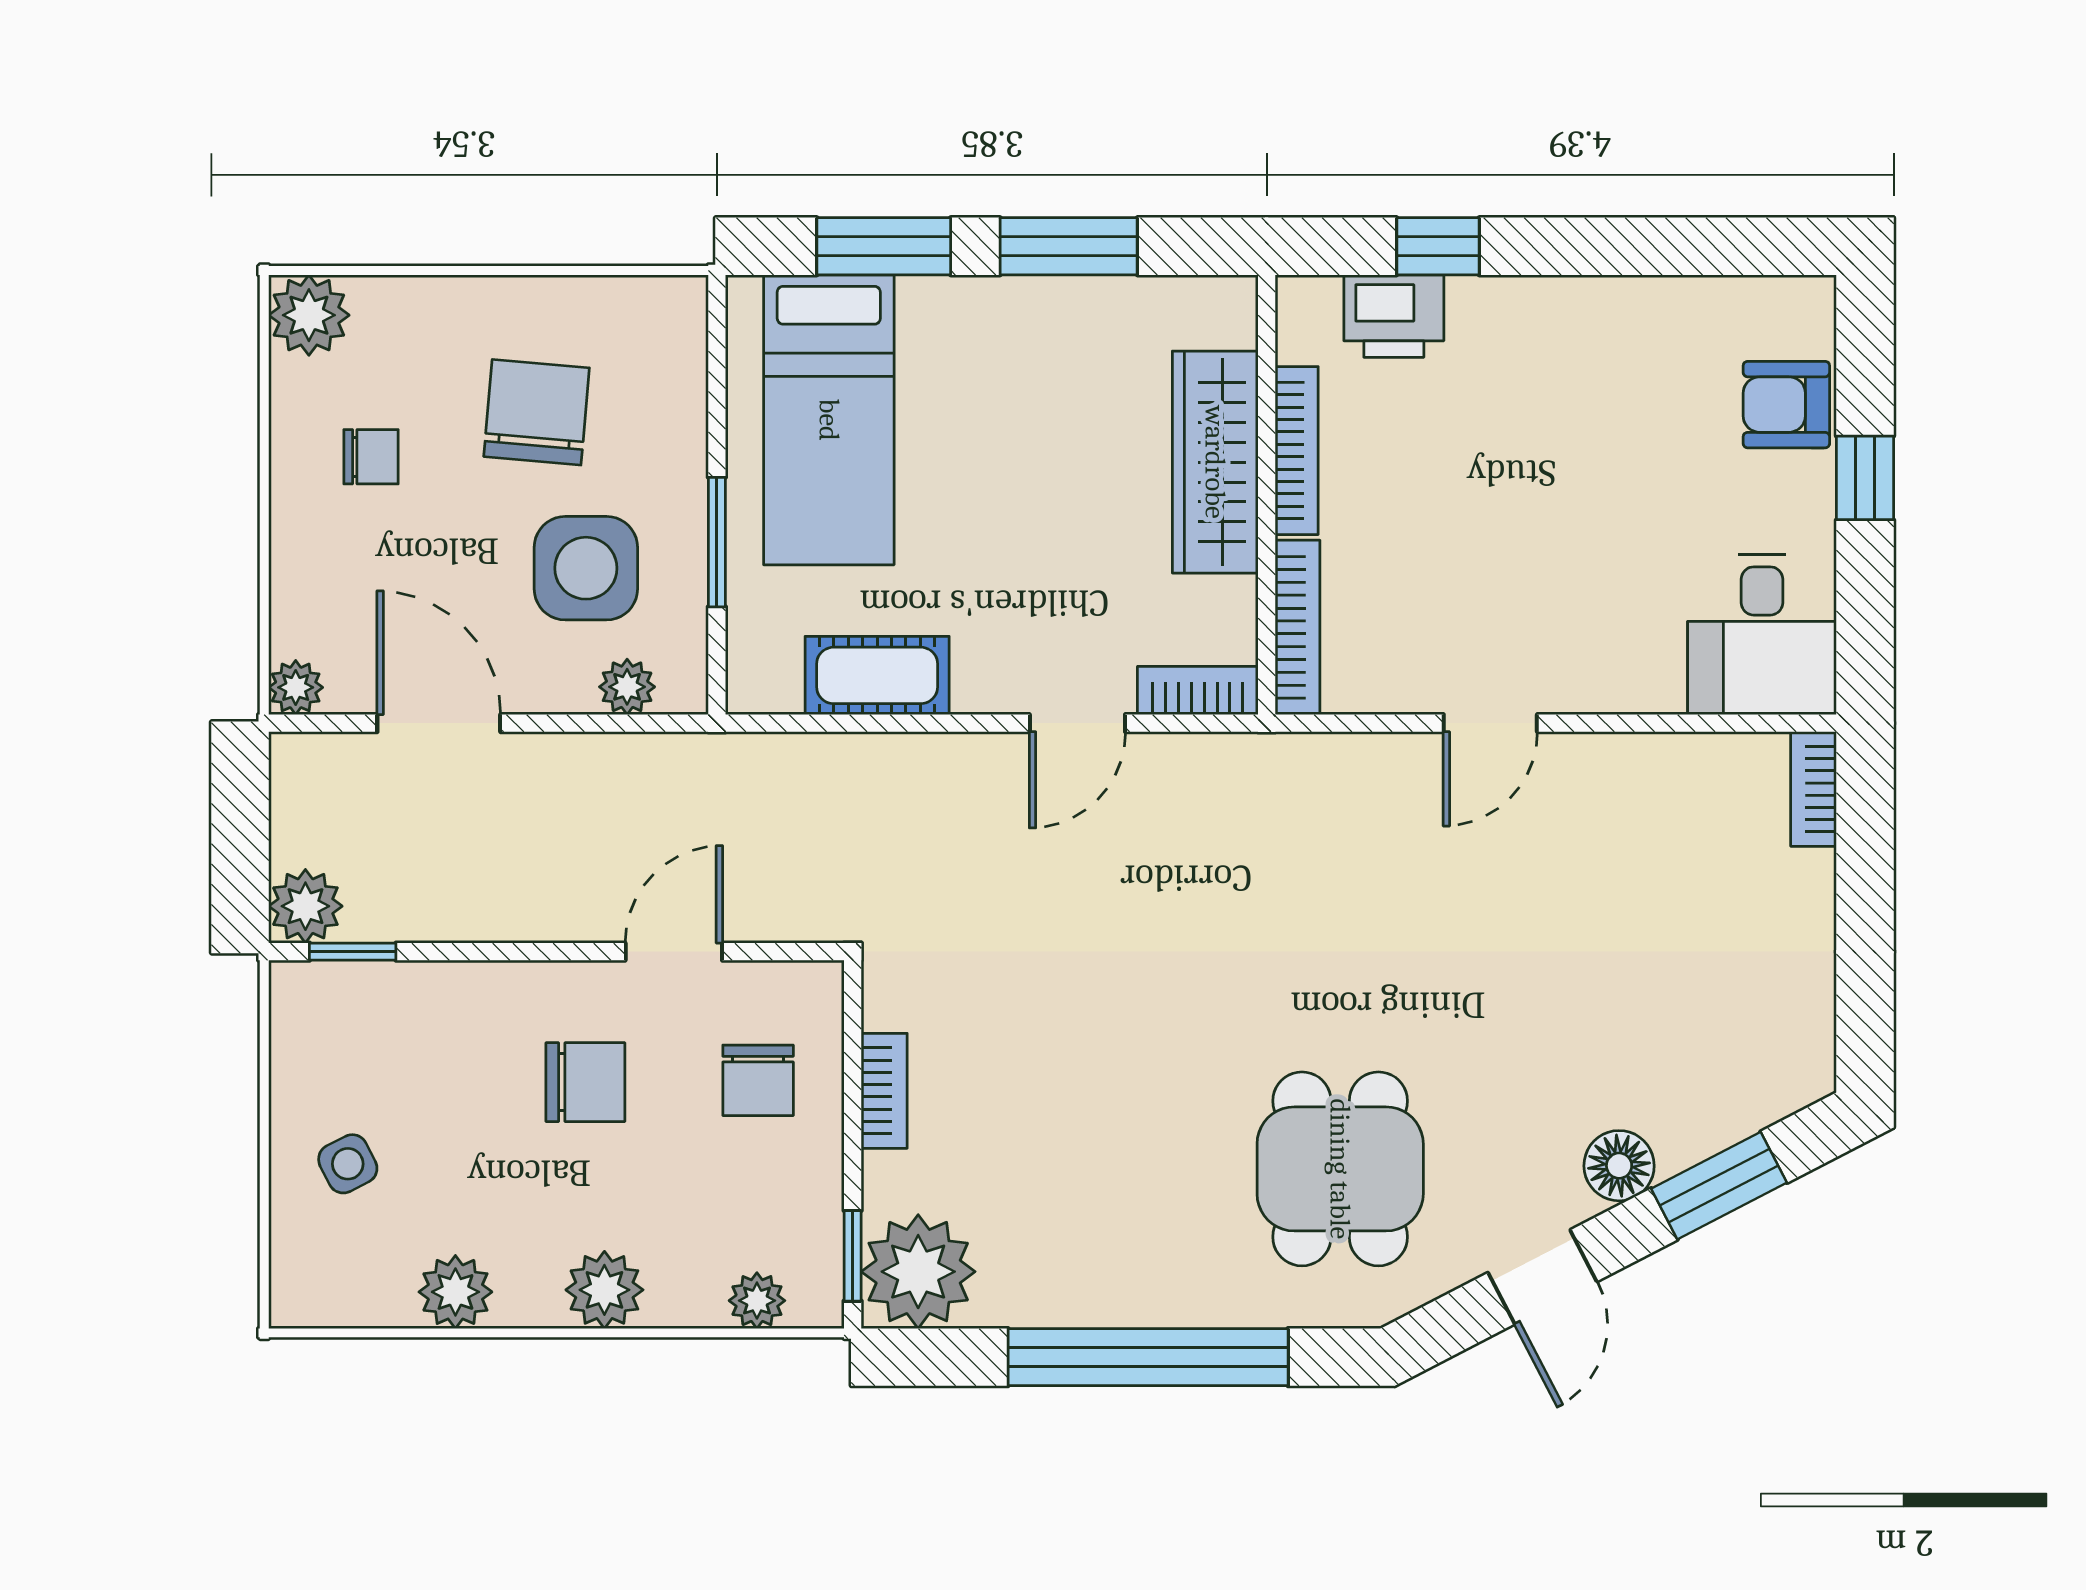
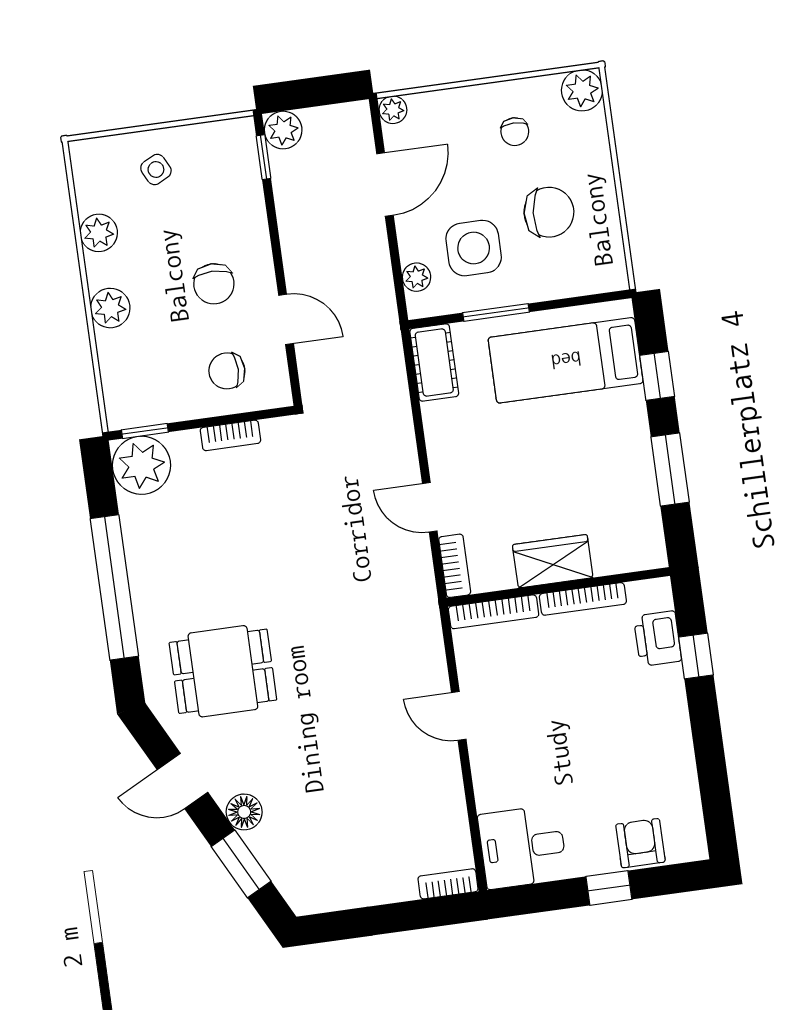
window: (884, 246) -> (657, 376), width x0.67
wardrobe: (1215, 462) -> (553, 561), width x0.67
cot: (877, 675) -> (434, 362), moved
plant: (757, 1301) -> (116, 386), removed

